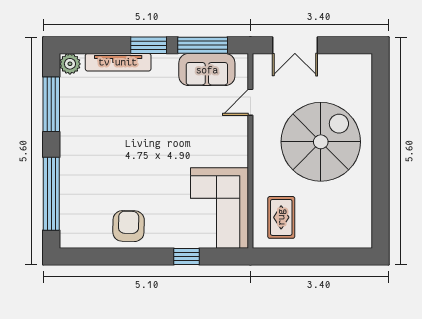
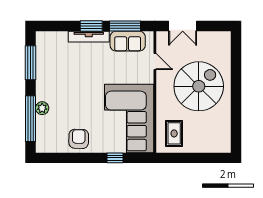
tv unit: (118, 62) -> (89, 37), moved
plant: (70, 64) -> (42, 108), moved
door: (250, 102) -> (155, 62), swing flipped
corner sofa: (220, 208) -> (129, 118), width x1.36, depth x1.36

